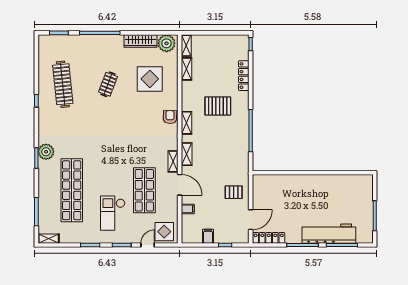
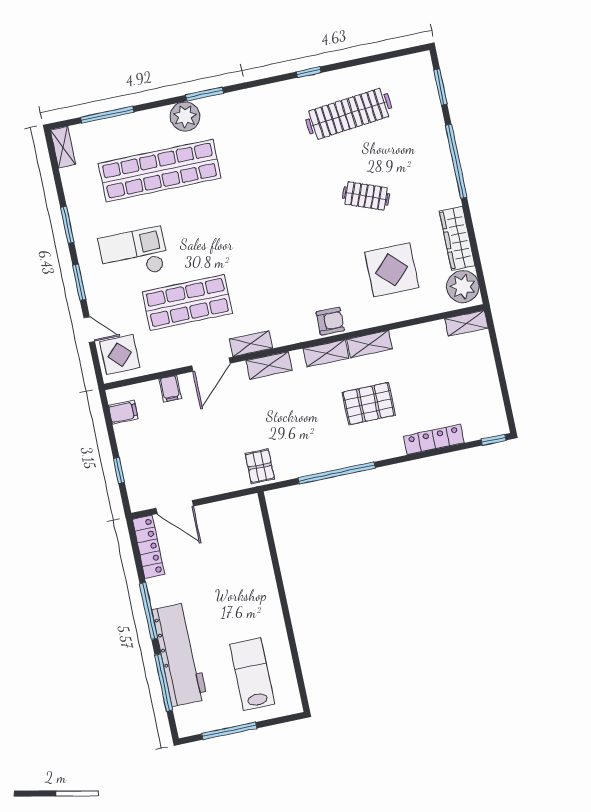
shelving: (186, 69) -> (369, 344), moved
pallet: (218, 106) -> (369, 404), turned 90
plant: (46, 152) -> (185, 116), moved
pallet: (234, 192) -> (260, 466), moved
lab bench: (347, 197) -> (252, 674), added
filing cabinet: (208, 236) -> (123, 412), moved

